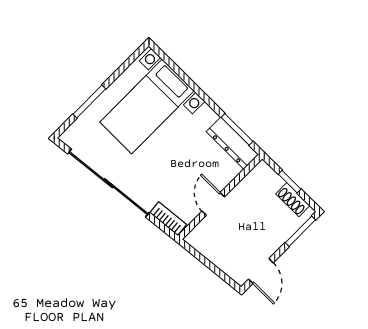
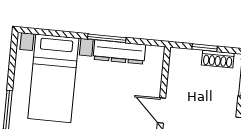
window: (237, 129) -> (107, 38), moved
dresser: (232, 143) -> (119, 52), moved

